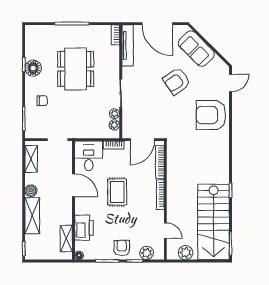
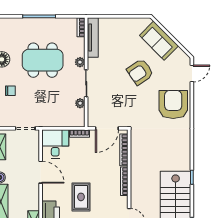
door: (157, 24) -> (121, 16), removed
dining table: (76, 69) -> (43, 60), turned 90
armchair: (211, 115) -> (173, 105), turned 90
plant: (114, 125) -> (80, 62), moved
rug: (117, 192) -> (81, 197), moved

